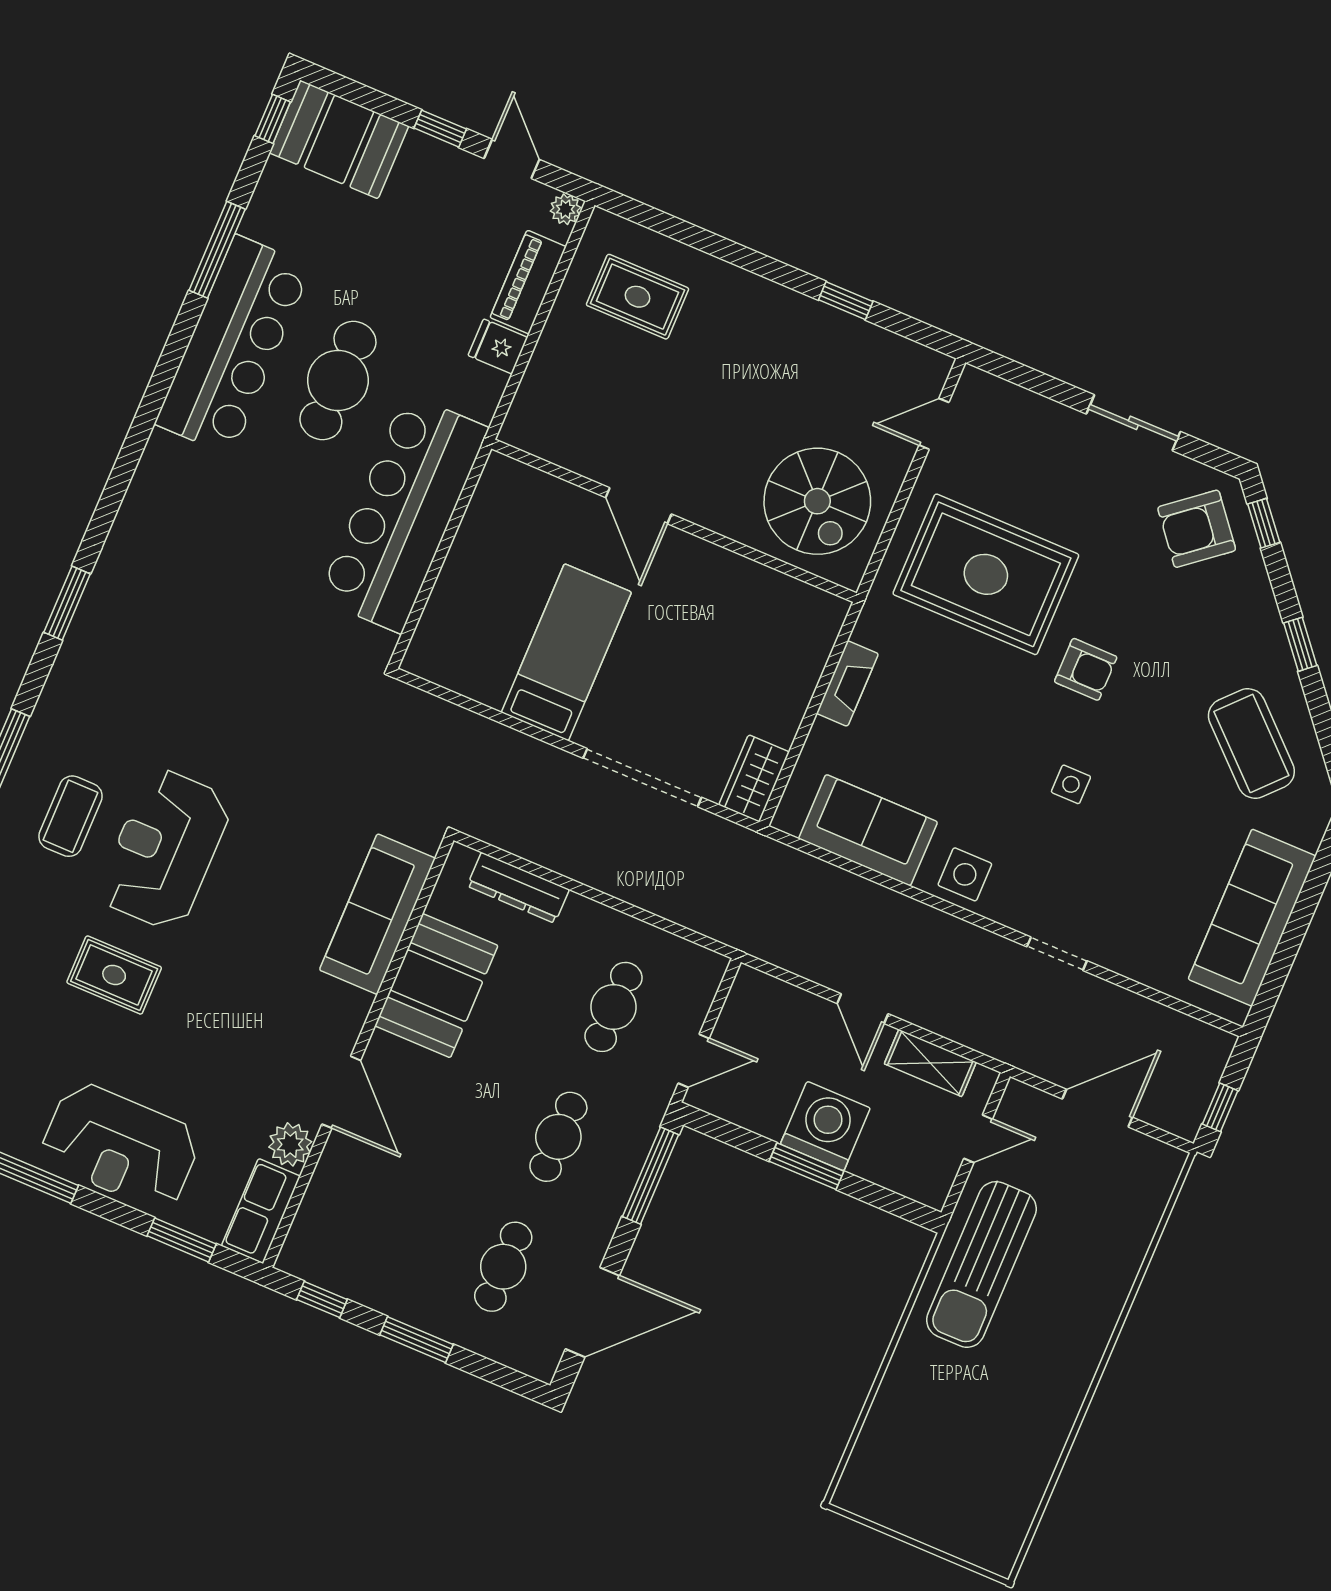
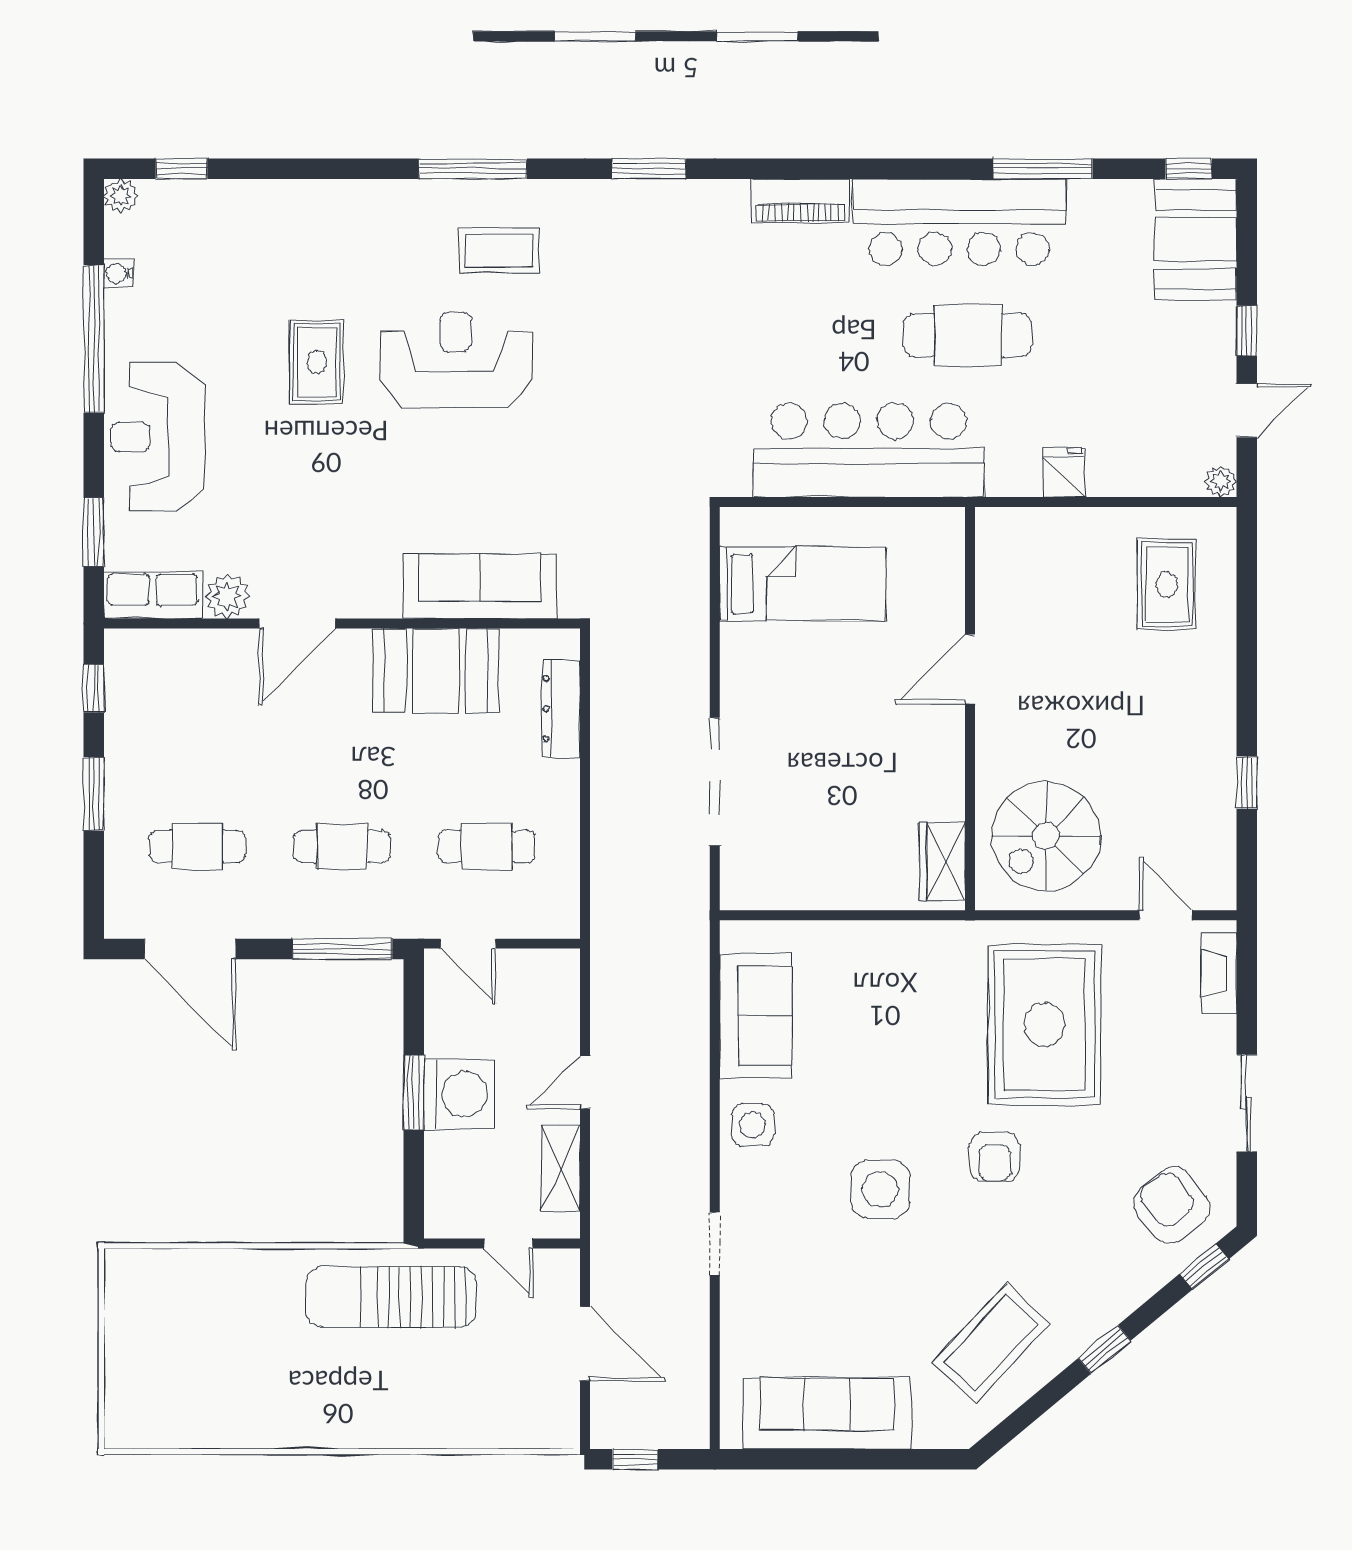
piano: (528, 282) -> (800, 201), moved, turned 180
bed: (566, 652) -> (803, 584), moved
fireplace: (847, 683) -> (1219, 973), moved, turned 90
wardrobe: (754, 778) -> (942, 861), moved, turned -90
side table: (1071, 784) -> (880, 1189), width x1.87, depth x1.87
coffee table: (70, 816) -> (499, 250), moved

